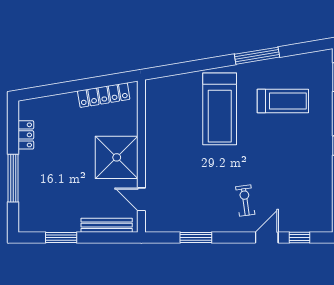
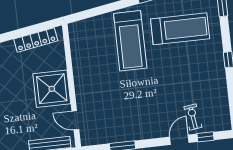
treadmill: (283, 101) -> (180, 29), width x1.37, depth x1.38
exercise bike: (245, 200) -> (193, 117), moved

